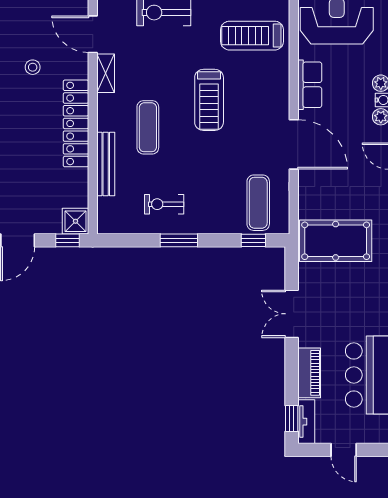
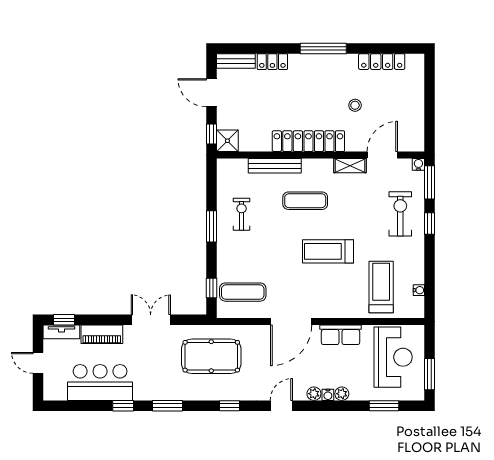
pool table: (336, 241) -> (211, 356), turned 90
door: (344, 450) -> (38, 363), hinge flipped

